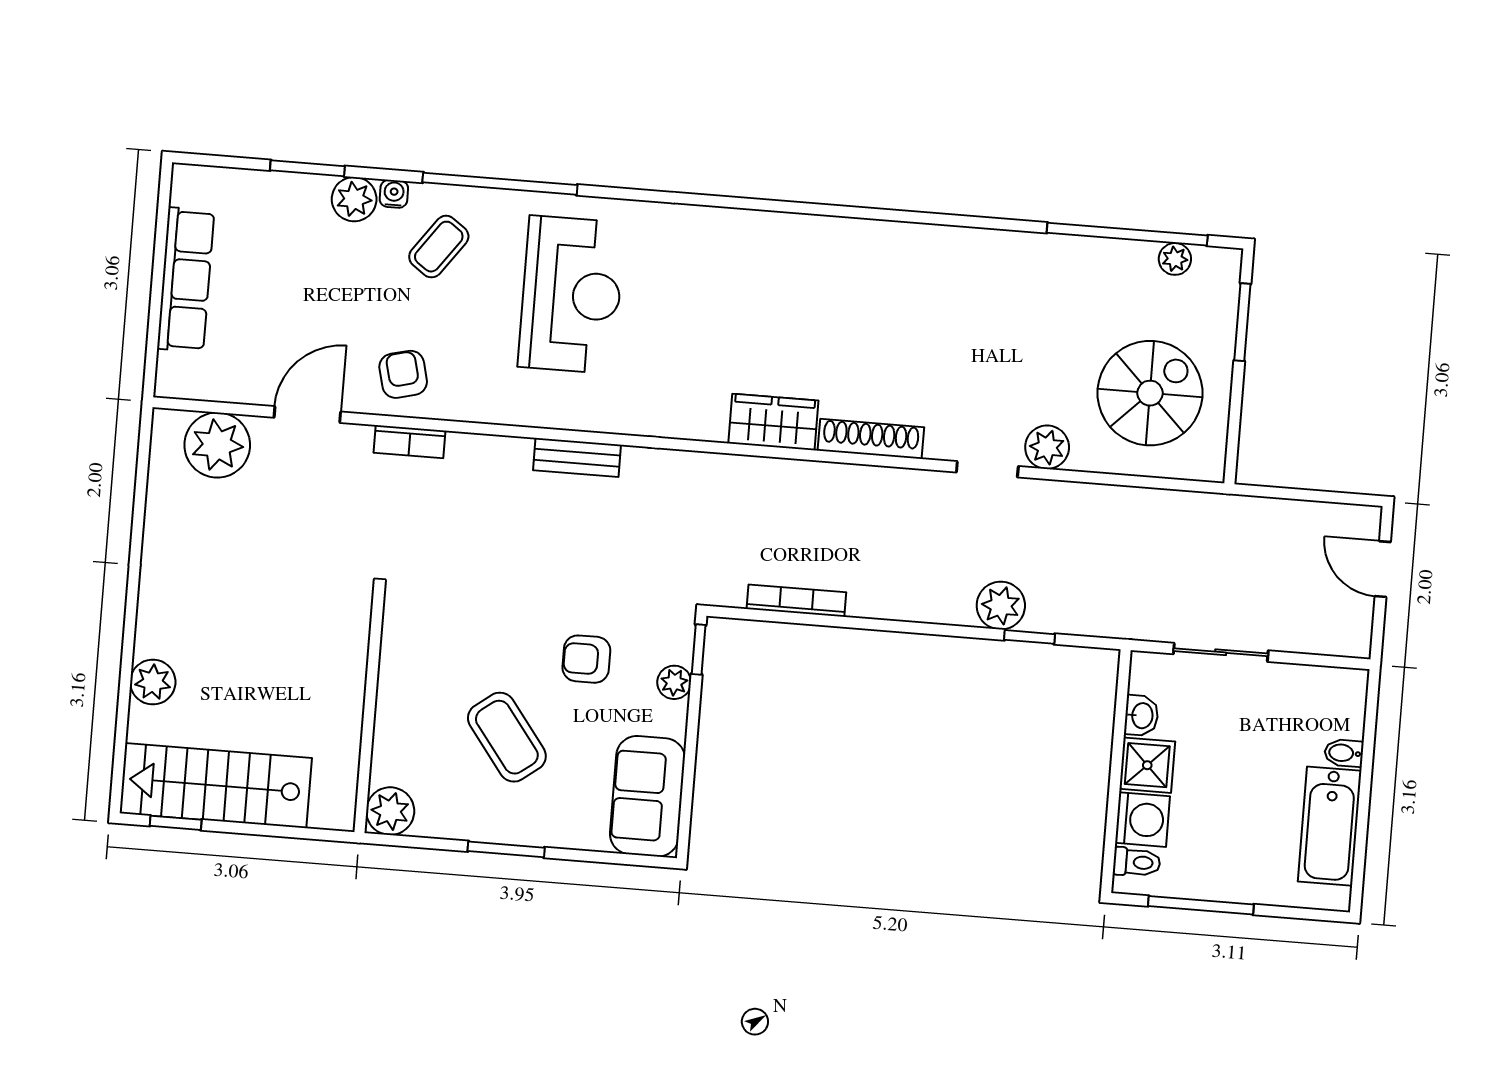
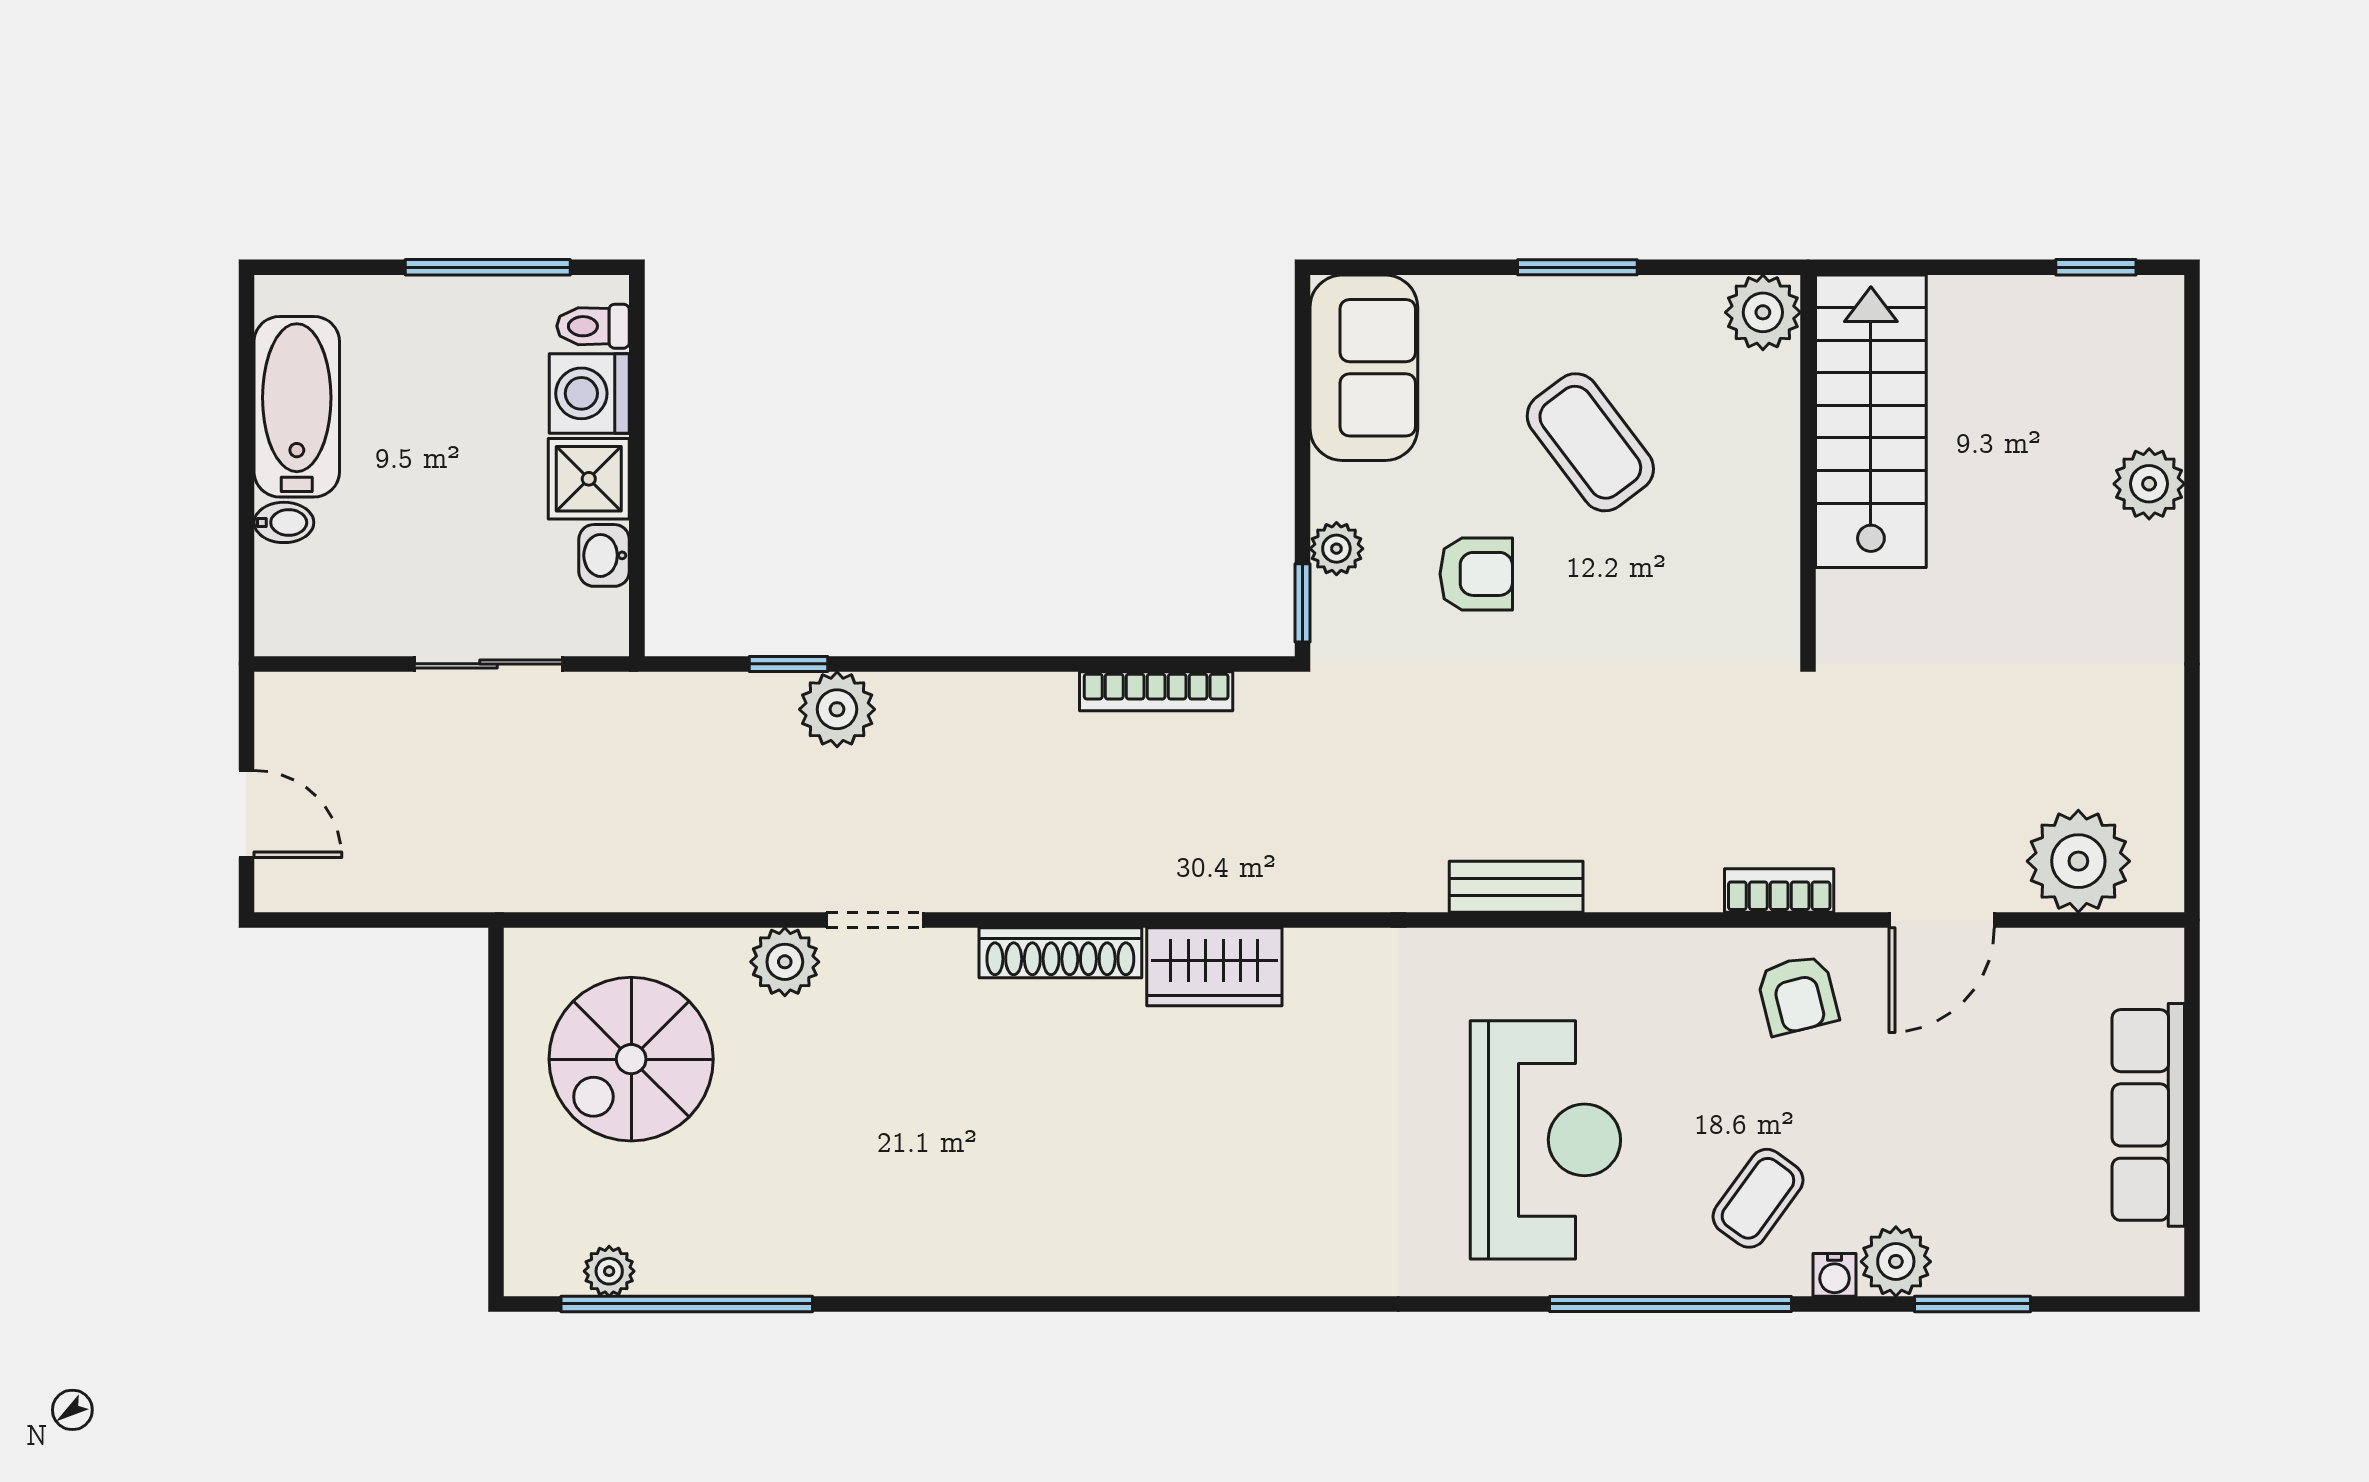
reception desk: (571, 295) -> (1545, 1140), turned 180
window: (1242, 322) -> (496, 1181), removed
stairs: (216, 786) -> (1871, 421), moved, turned -90

